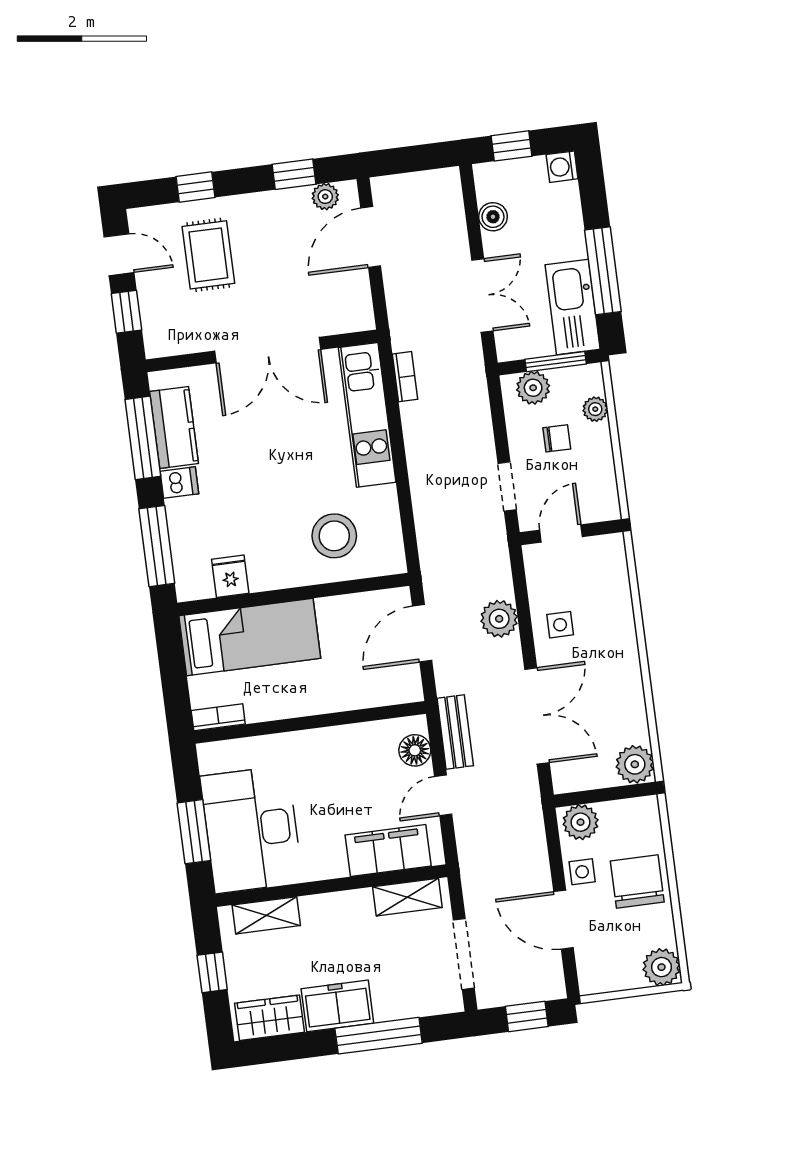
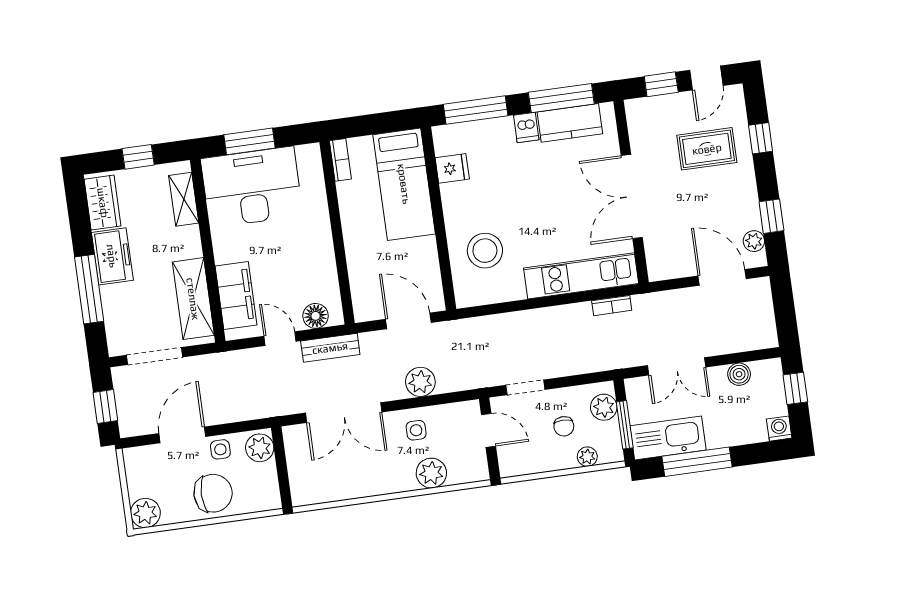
plant: (635, 764) -> (431, 473), moved
shelving: (407, 897) -> (193, 299), width x1.50, depth x1.33

